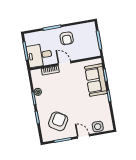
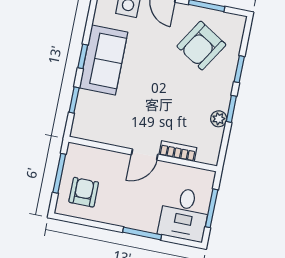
armchair: (67, 38) -> (84, 192), moved
desk: (39, 55) -> (184, 214), moved, turned 90
door: (64, 63) -> (145, 154), hinge flipped
sofa: (96, 80) -> (103, 60), moved

